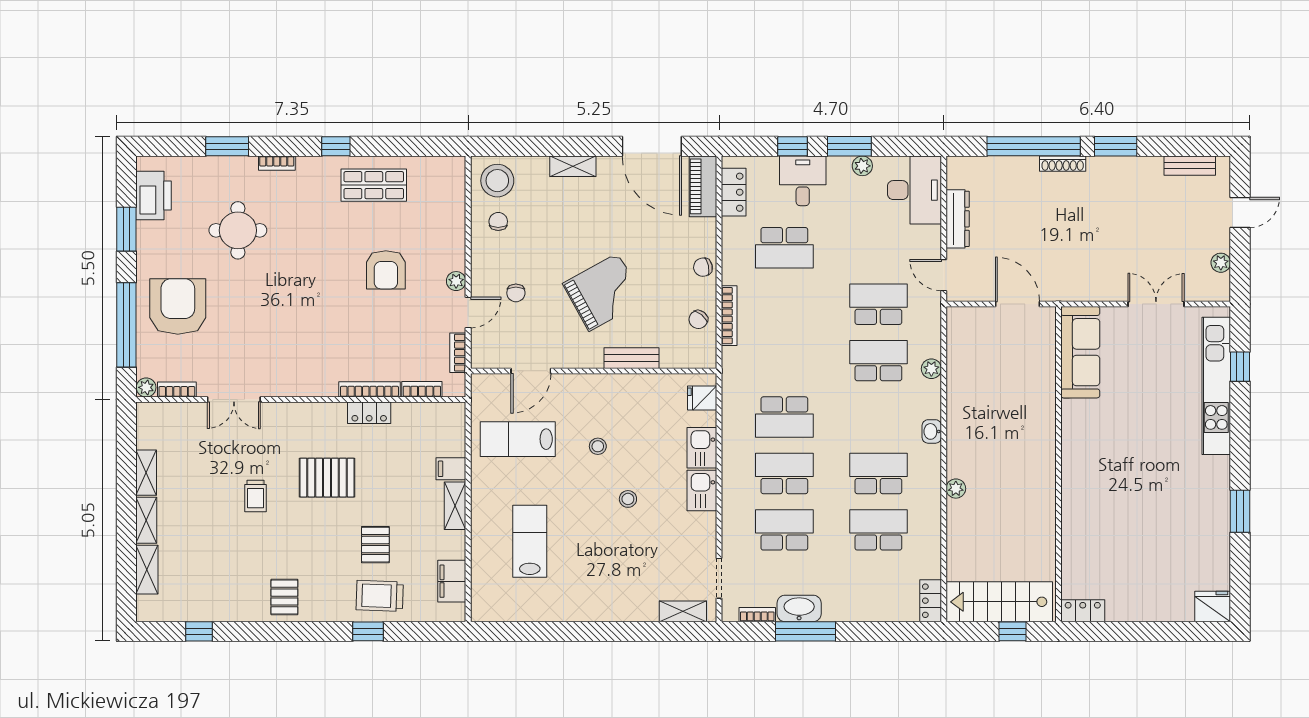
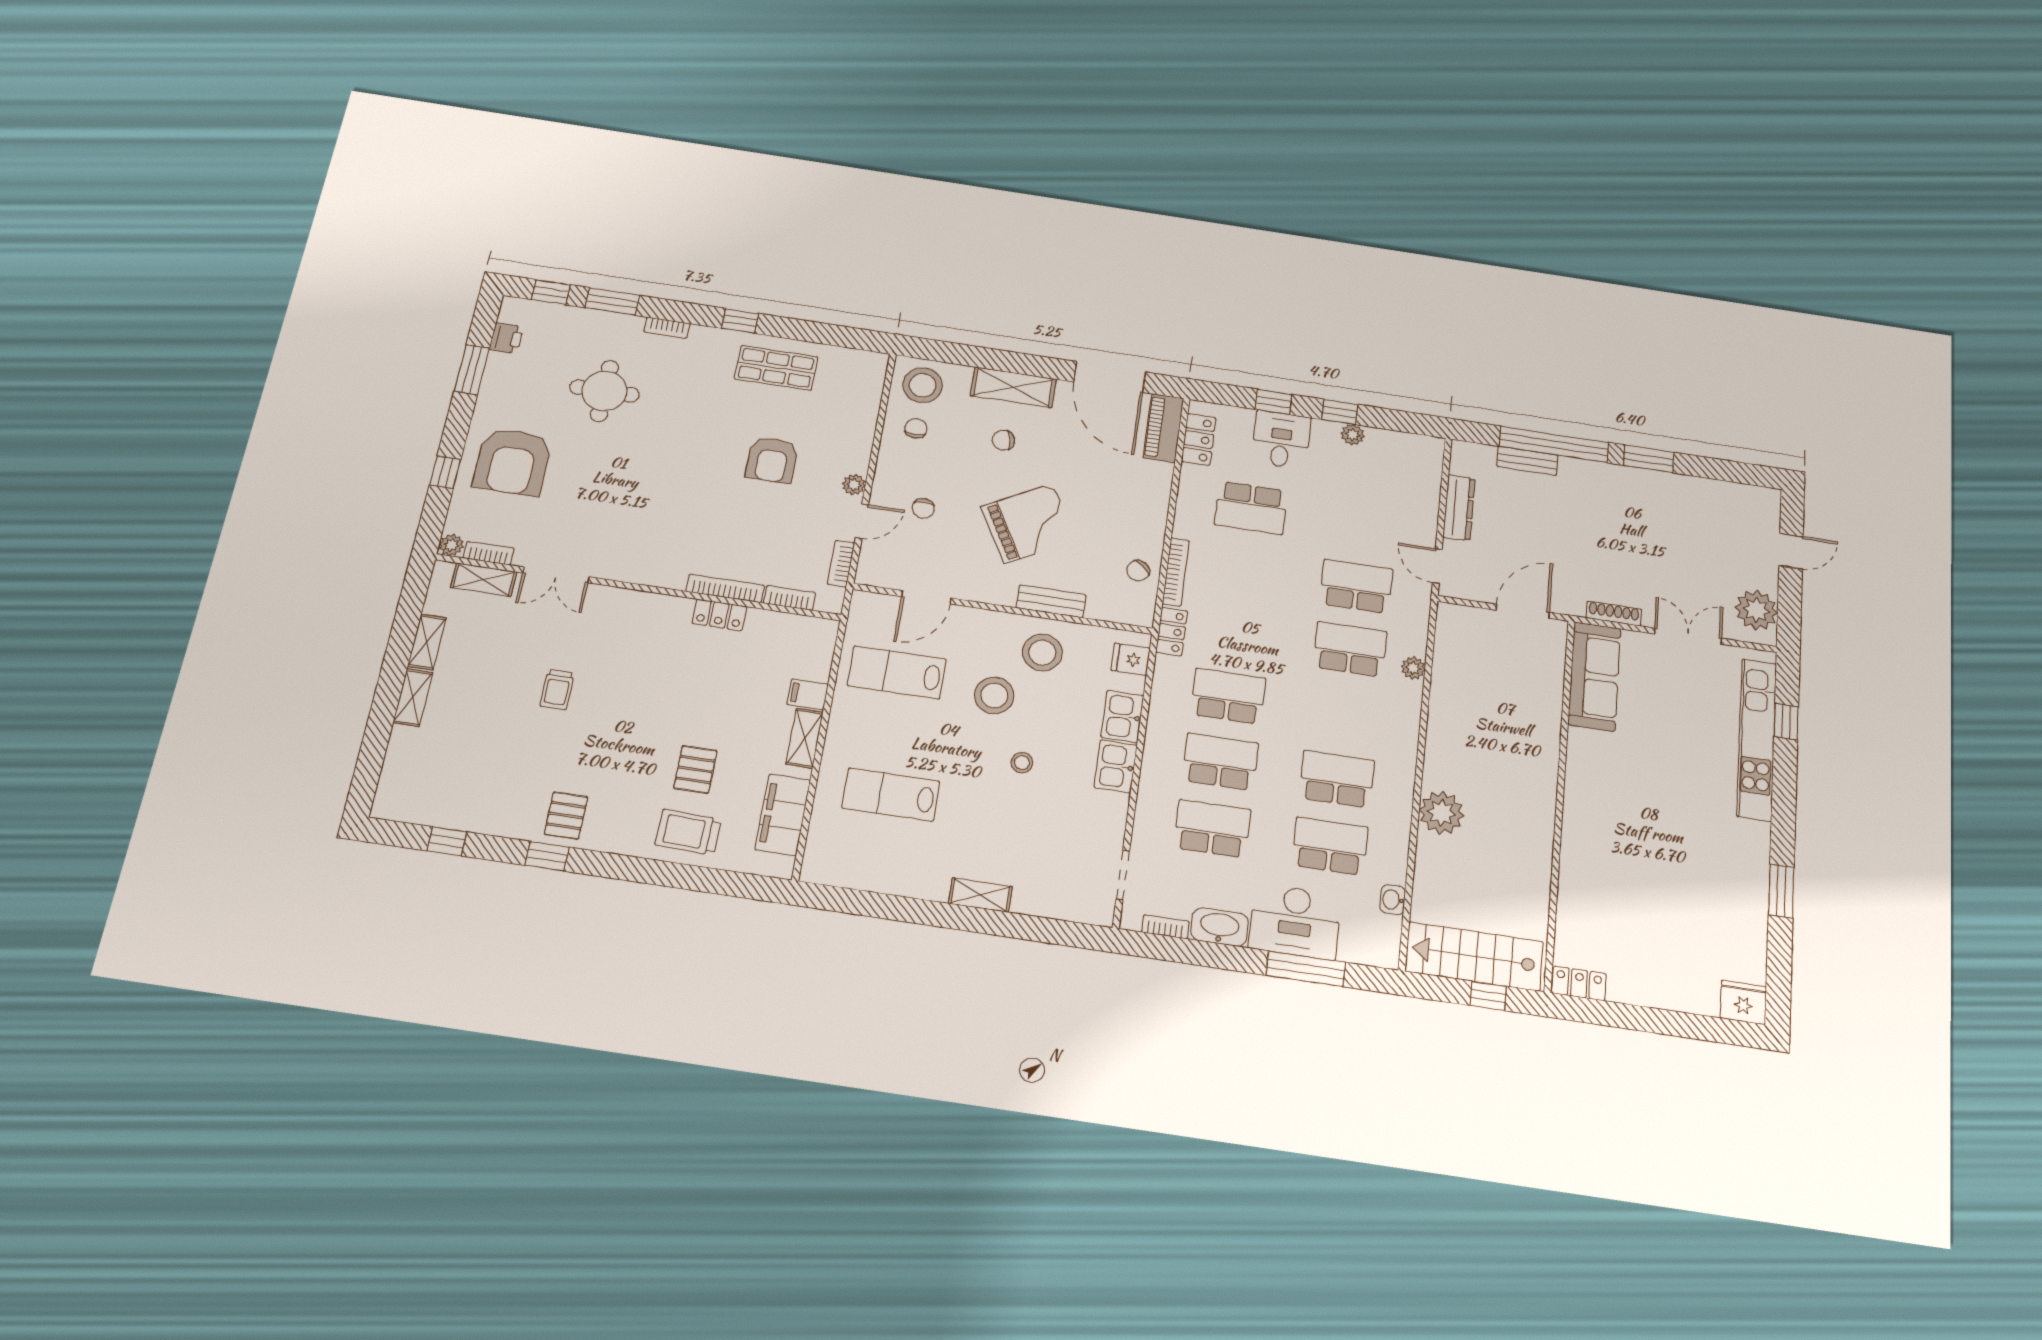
window: (175, 146) -> (551, 292), added
window: (849, 146) -> (1340, 412), width x0.67
shoe rack: (1063, 164) -> (1614, 614), moved, turned 180
shelving: (573, 166) -> (1013, 387), width x1.50, depth x1.33
bench: (1190, 166) -> (1527, 461), moved
desk: (914, 190) -> (1295, 921), moved, turned 90
printer: (153, 196) -> (506, 338), width x0.53, depth x0.68
plant: (1221, 263) -> (1756, 610), width x1.88, depth x1.88
chair: (703, 267) -> (1003, 440), moved
door: (1017, 304) -> (1523, 611), hinge flipped
armchair: (178, 306) -> (513, 462), turned 180
window: (126, 325) -> (445, 472), width x0.32
stool: (631, 404) -> (1042, 653), added
school desk: (784, 417) -> (1228, 696), turned 180
washbasin: (932, 431) -> (1393, 900), moved
stool: (598, 446) -> (994, 695), width x1.89, depth x1.89
pallet: (327, 478) -> (651, 681), removed
plant: (956, 489) -> (1441, 813), width x1.88, depth x1.88
lab bench: (530, 541) -> (891, 795), turned -90
shelving: (147, 570) -> (484, 580), moved, turned 90
filing cabinet: (452, 581) -> (783, 815), width x1.50, depth x1.17
locker: (931, 601) -> (1172, 632), moved, turned 180
shelving: (683, 611) -> (980, 895), moved
window: (368, 631) -> (547, 856), moved
window: (805, 631) -> (1306, 969), moved

